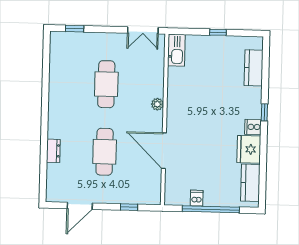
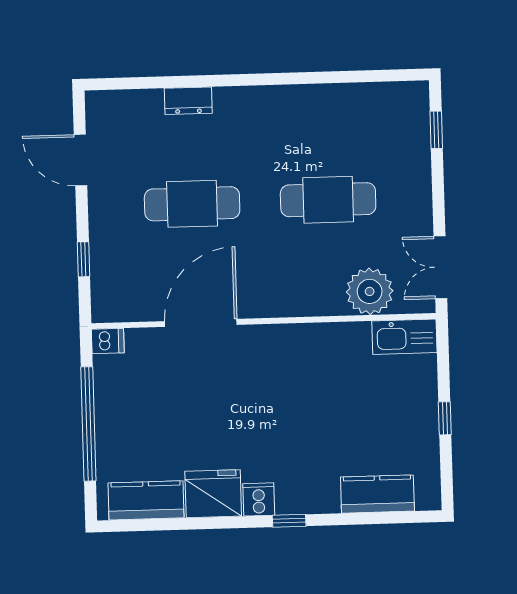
plant: (157, 104) -> (370, 291), moved, width x1.88, depth x1.88
dishwasher: (197, 198) -> (108, 341), moved

